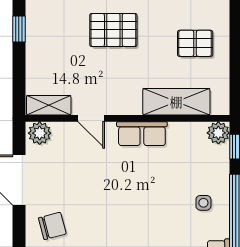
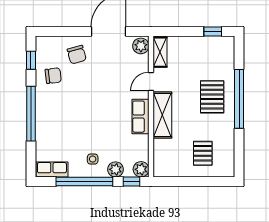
shelving: (176, 102) -> (162, 115), moved
plant: (218, 170) -> (116, 169), added

